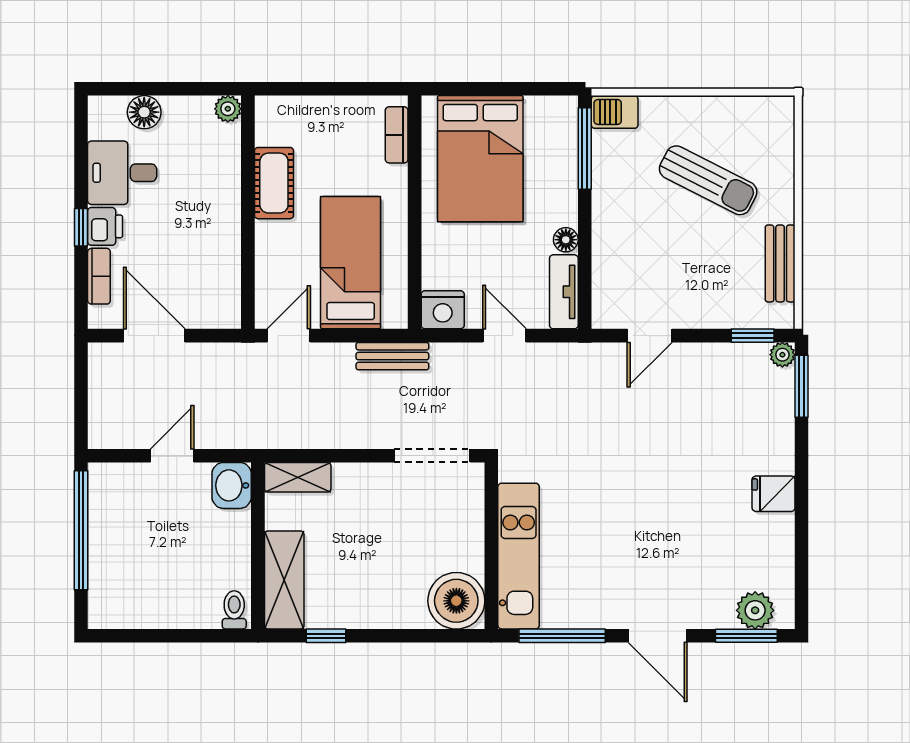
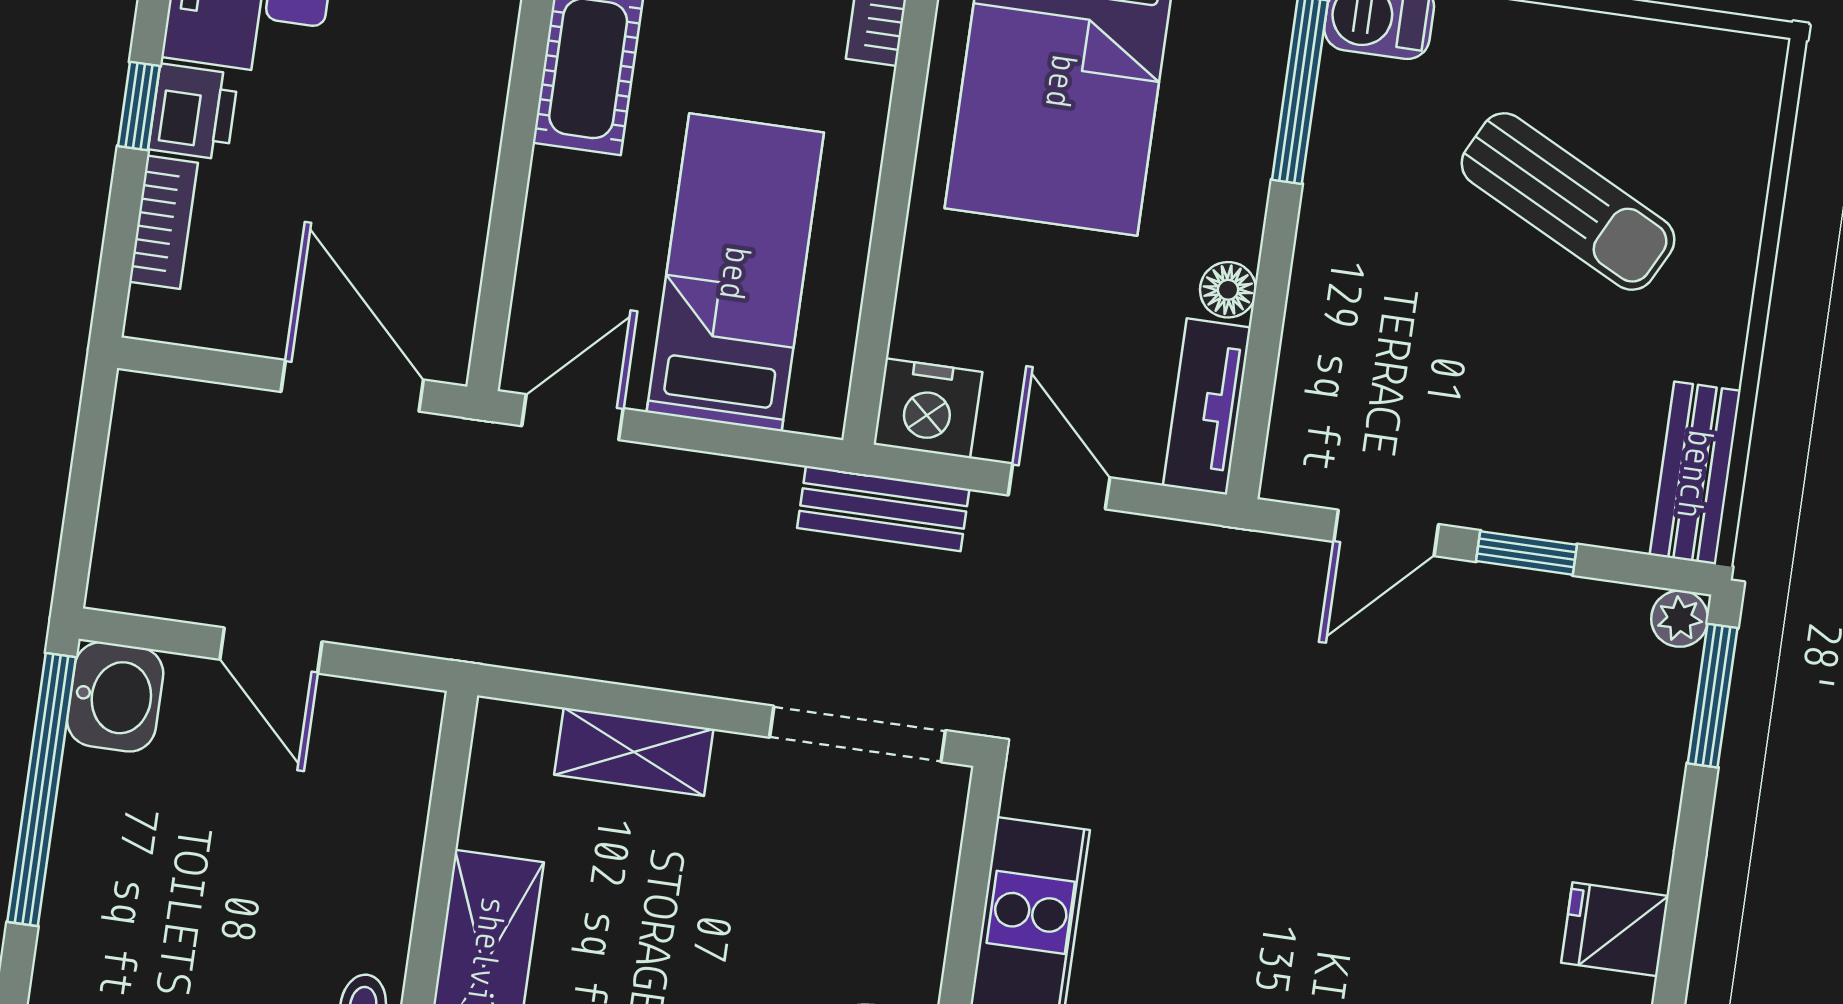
bench: (780, 263) -> (1695, 473), moved
door: (154, 336) -> (352, 386), moved
window: (753, 336) -> (1526, 553), moved
bench: (392, 356) -> (883, 509), moved
door: (172, 456) -> (271, 650), swing flipped
shelving: (298, 477) -> (634, 752), moved
washbasin: (232, 485) -> (115, 697), moved, turned 180

